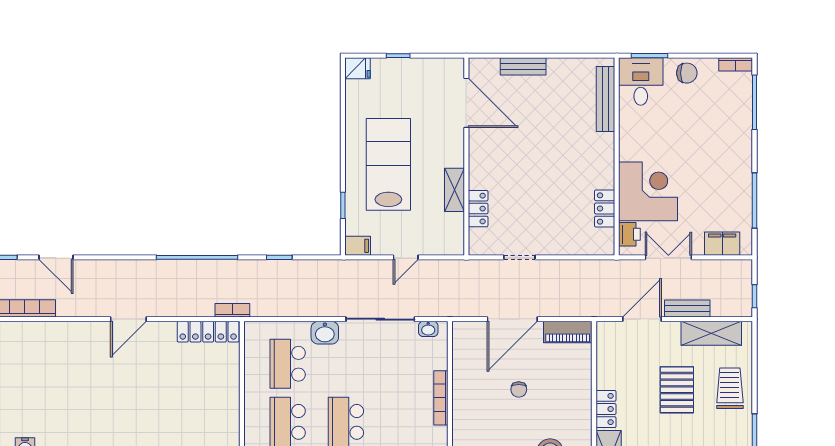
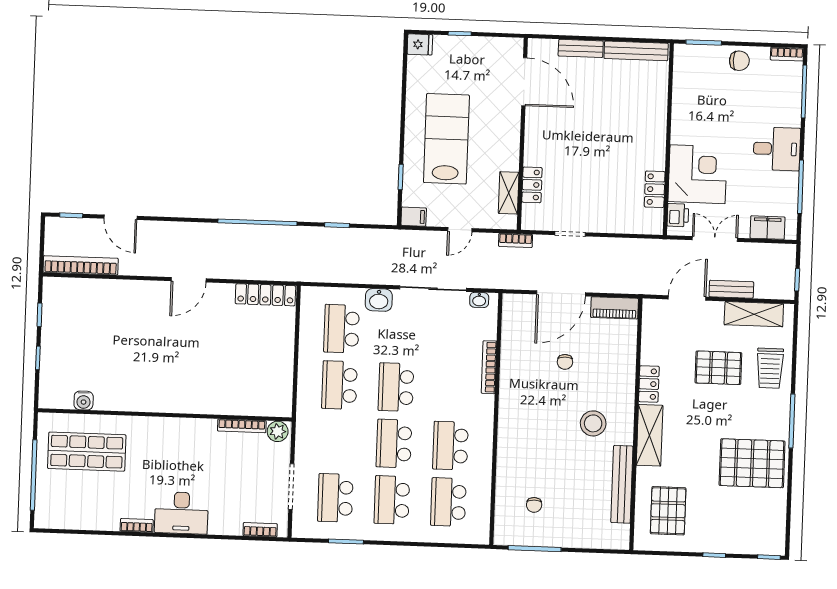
desk: (641, 81) -> (777, 149), moved, turned 90
bench: (605, 99) -> (636, 51), moved, turned 90
shelving: (455, 190) -> (509, 193), moved
bookcase: (232, 310) -> (516, 240), moved, turned 180
trolley: (730, 388) -> (770, 368), turned 180
pallet: (677, 390) -> (718, 368), turned 90

